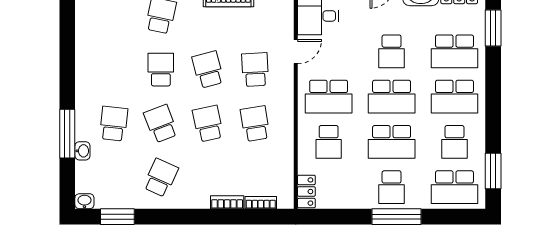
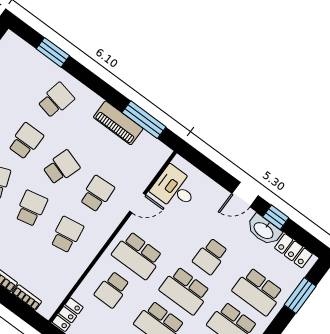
school desk: (208, 70) -> (61, 167), turned 33

